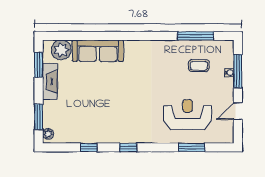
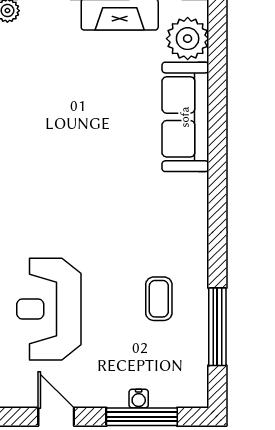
coffee table: (199, 66) -> (159, 299), moved
reception desk: (188, 115) -> (49, 309), turned 180

